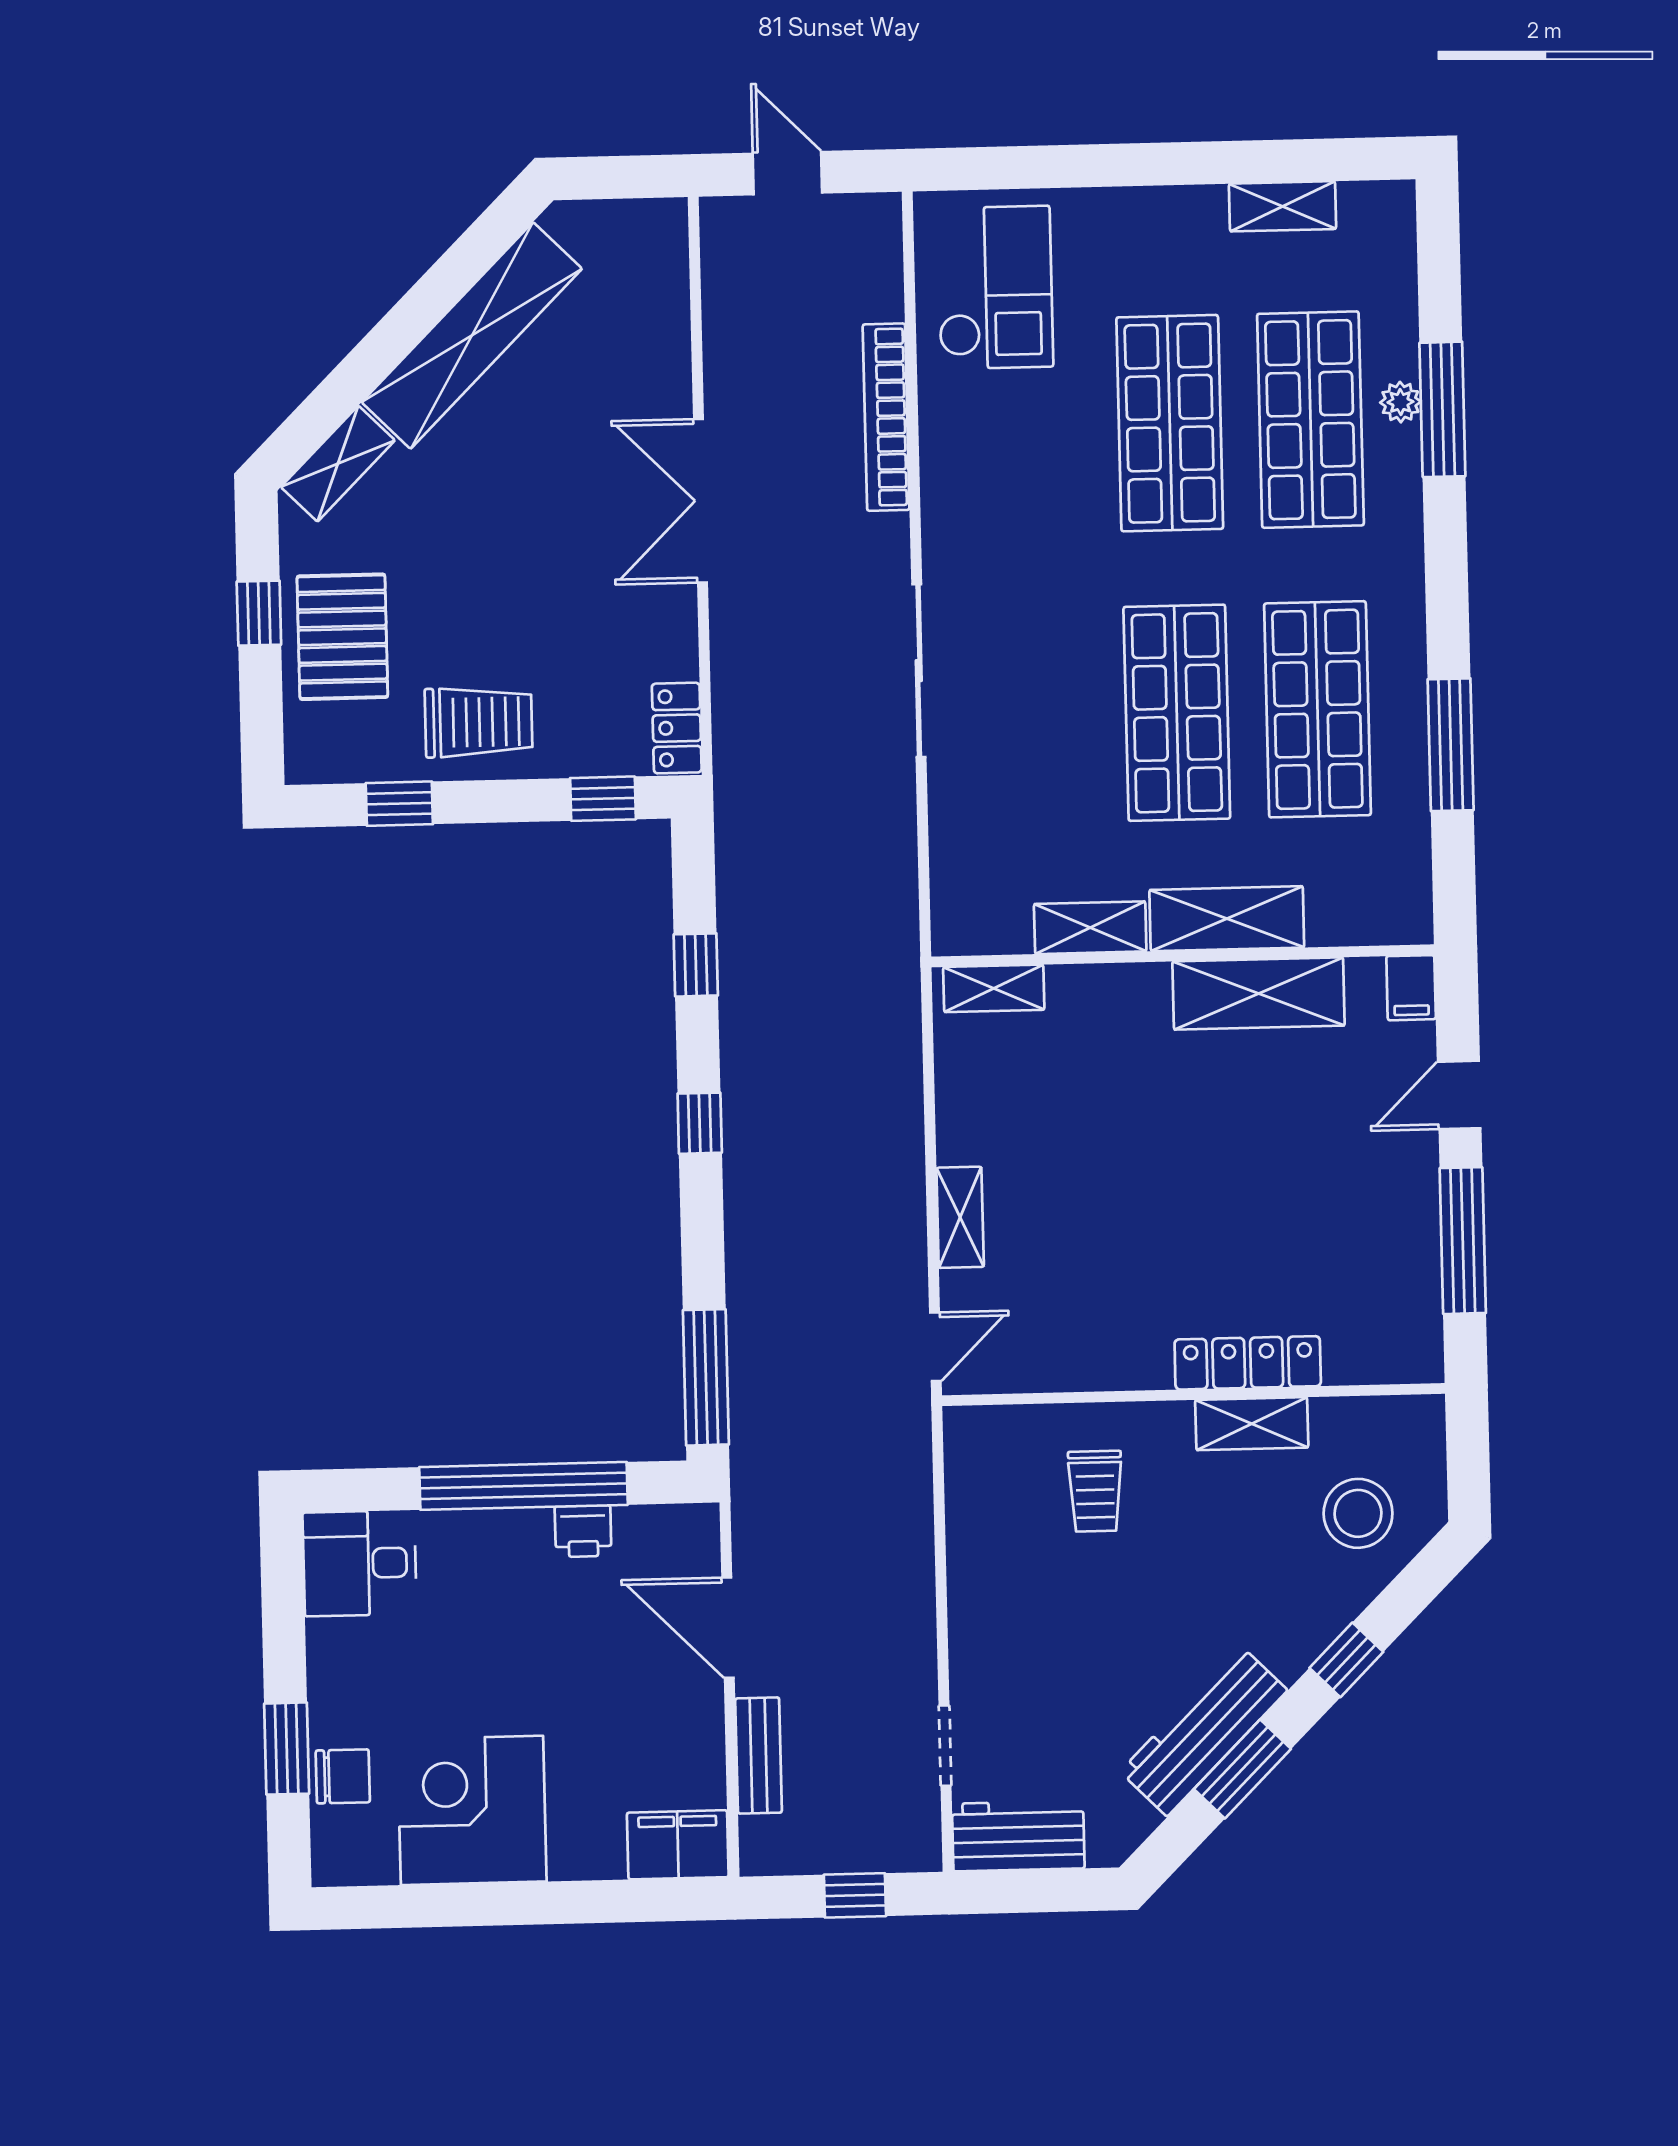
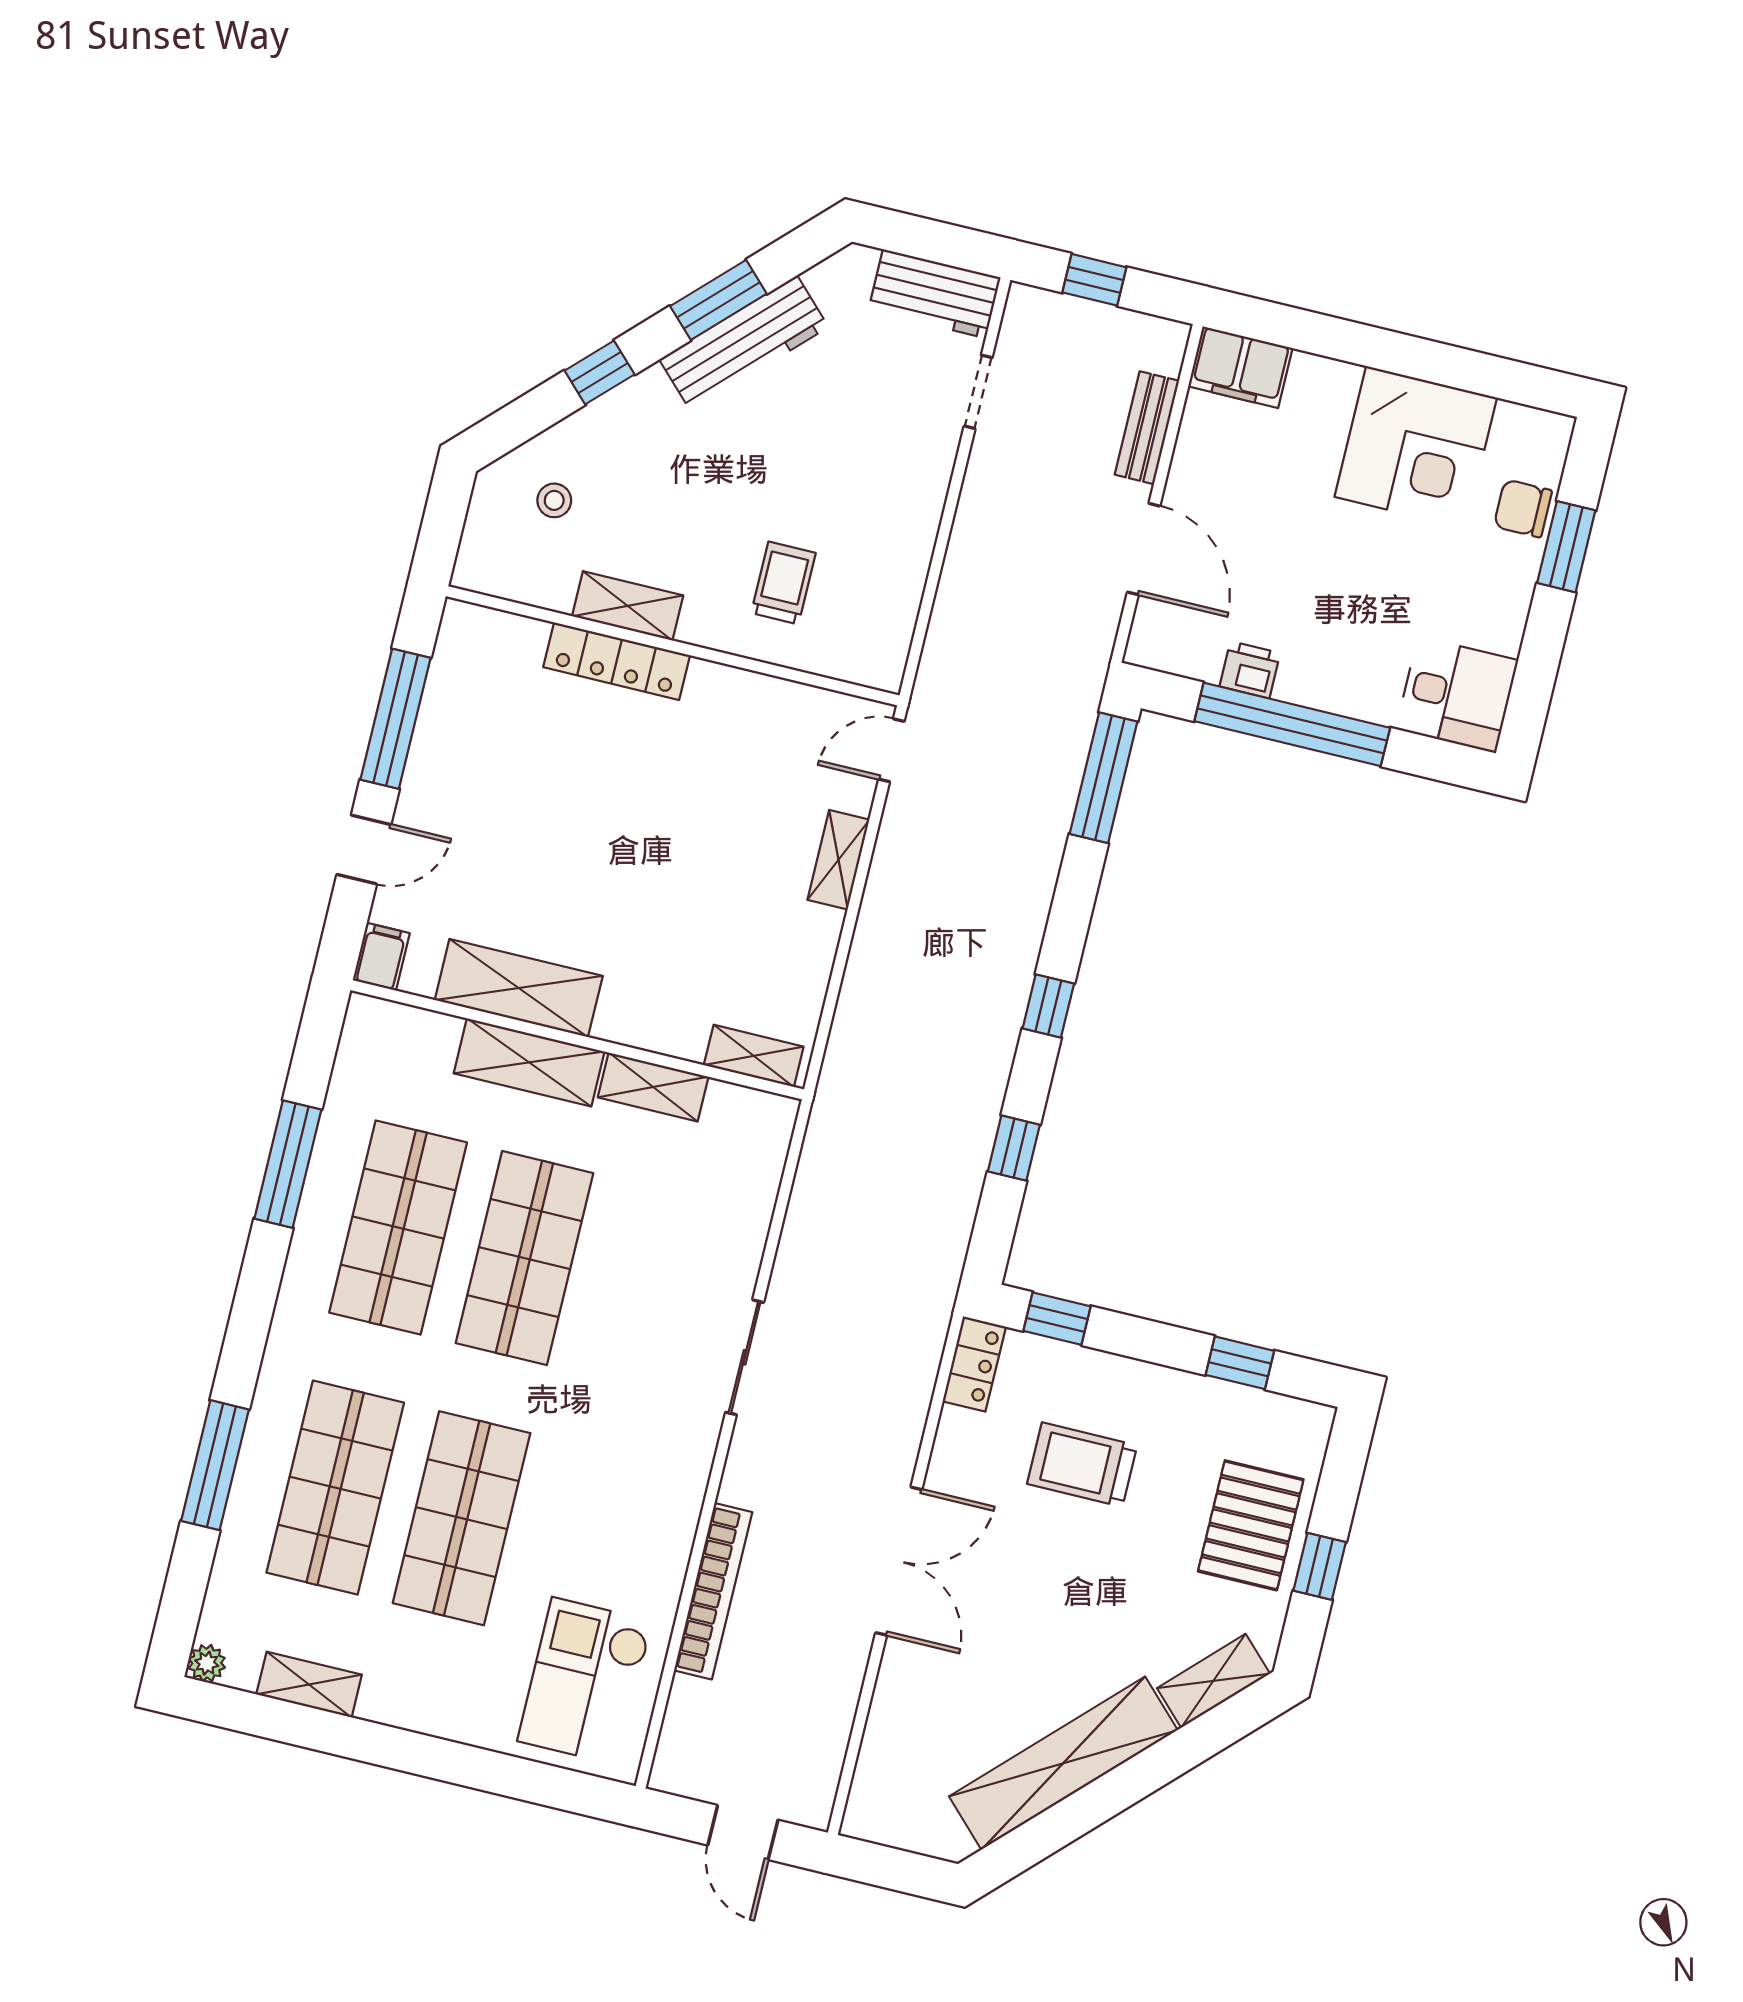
plant: (1400, 402) -> (207, 1663), moved
sliding door: (919, 671) -> (745, 1357), width x0.73
trolley: (479, 722) -> (1082, 1465), moved
stool: (1358, 1513) -> (554, 500), width x0.53, depth x0.53

